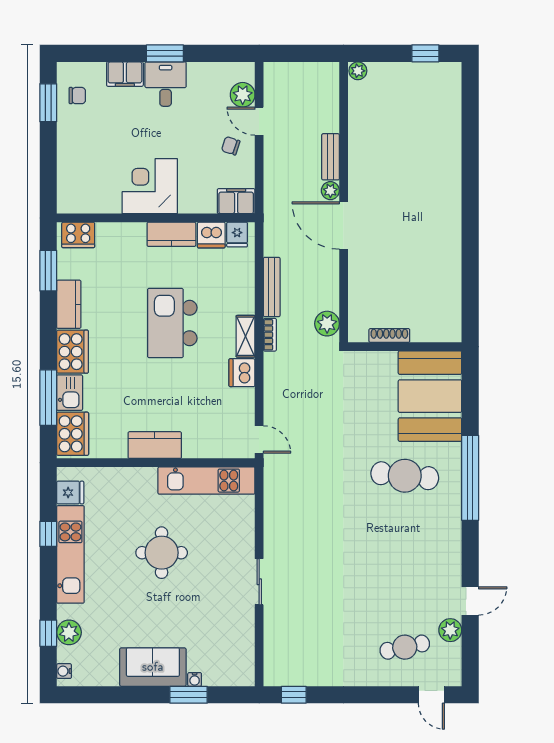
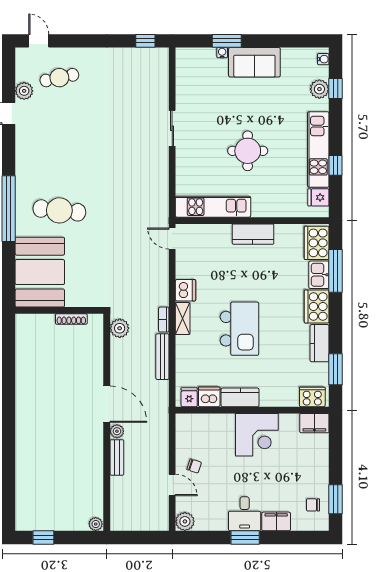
plant: (243, 95) -> (185, 521), moved
filing cabinet: (236, 201) -> (314, 423), moved

